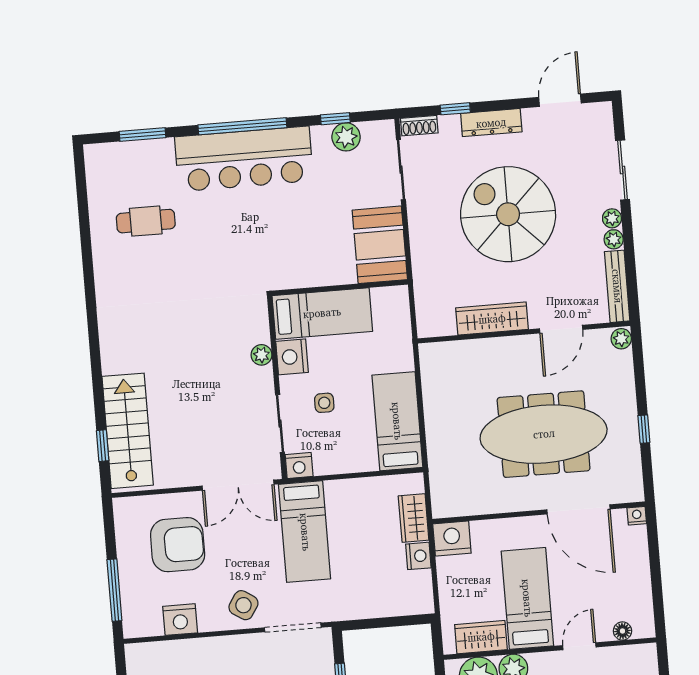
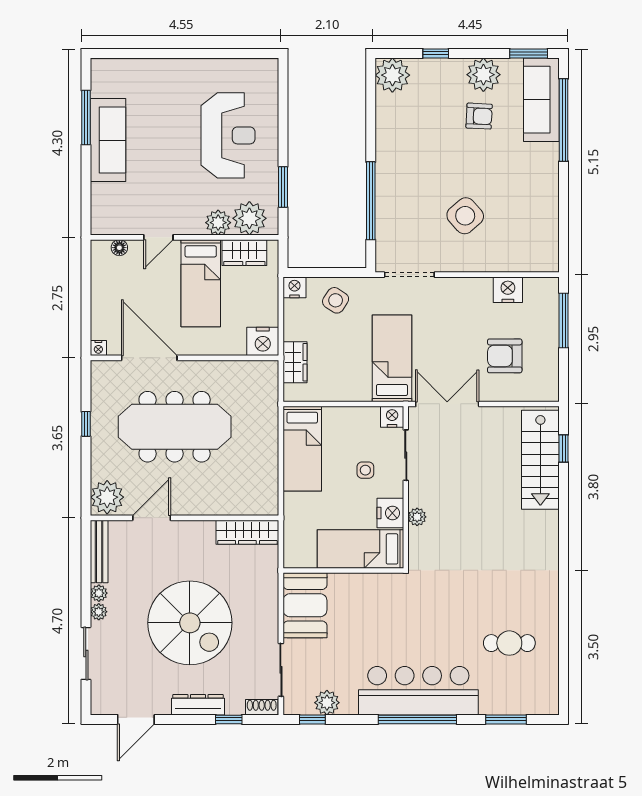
window: (335, 119) -> (312, 719), moved
wardrobe: (492, 319) -> (247, 532), moved
plant: (621, 339) -> (107, 497), width x1.87, depth x1.87
armchair: (178, 545) -> (505, 356), width x0.73, depth x0.73
nightstand: (418, 556) -> (294, 287), moved, turned 90
side table: (243, 605) -> (336, 300), moved

